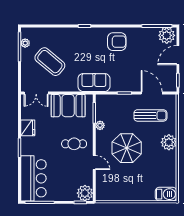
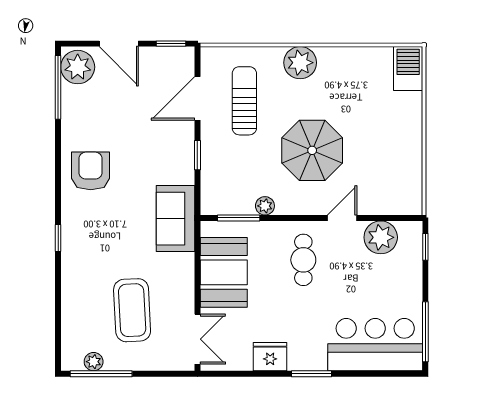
coffee table: (50, 62) -> (132, 310), turned -43
plant: (85, 193) -> (381, 237), moved

